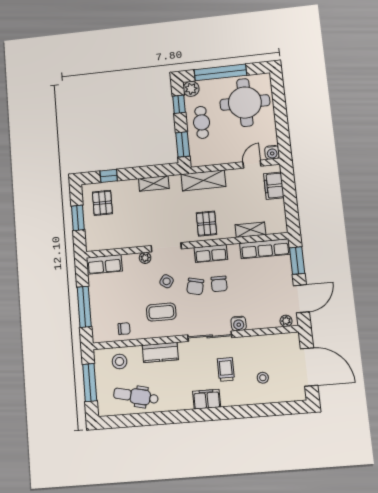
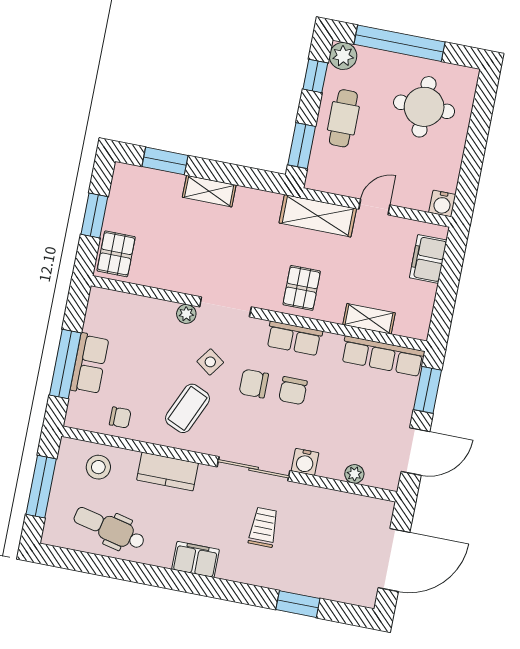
round table: (245, 102) -> (424, 107), width x0.73, depth x0.73
door: (252, 164) -> (374, 207), moved
window: (109, 176) -> (165, 161), width x1.50
shelving: (154, 183) -> (209, 191), moved
pallet: (102, 203) -> (116, 254), moved
row of seats: (104, 264) -> (90, 364), moved, turned -90
chair: (195, 286) -> (254, 384), turned 77
coffee table: (161, 312) -> (188, 408), turned -66
plant: (286, 321) -> (354, 474), moved
door: (309, 367) -> (394, 560), hinge flipped
stool: (263, 378) -> (317, 556), removed
filing cabinet: (207, 399) -> (196, 559), moved
window: (260, 410) -> (298, 604), added

